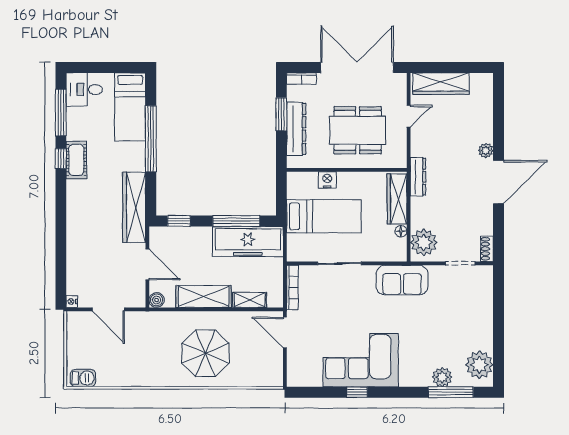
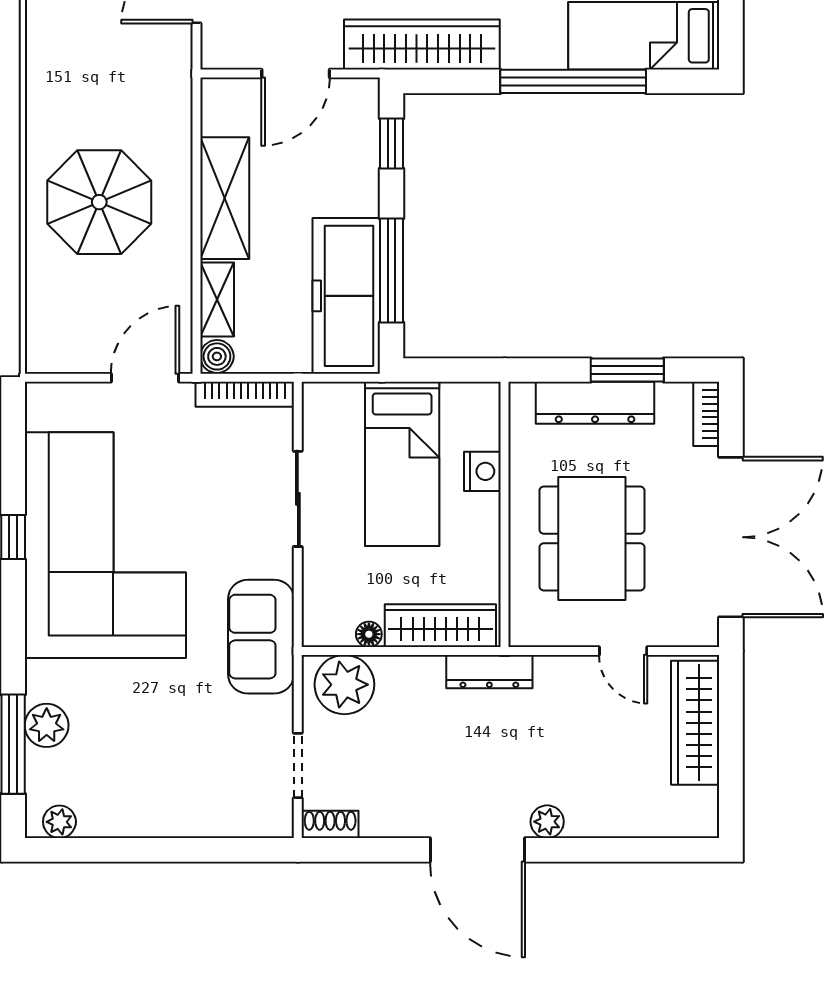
boiler: (157, 300) -> (217, 356), moved
corner sofa: (361, 360) -> (105, 545), width x1.36, depth x1.36
plant: (479, 365) -> (59, 822), width x0.53, depth x0.53

